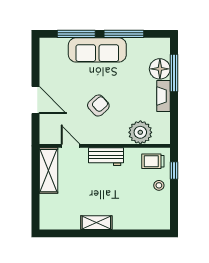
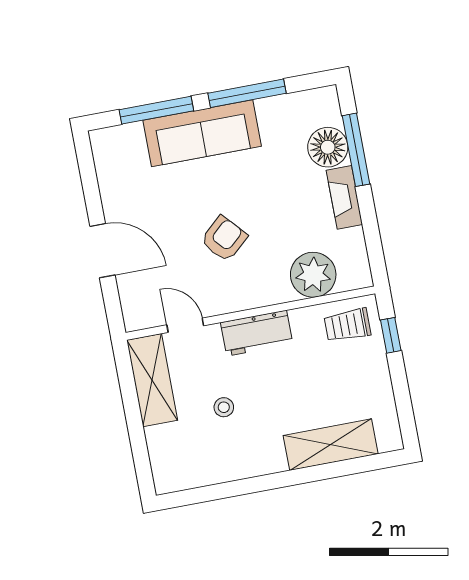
stool: (159, 185) -> (224, 407), moved
shelving: (96, 223) -> (331, 445), moved, width x1.50, depth x1.33

